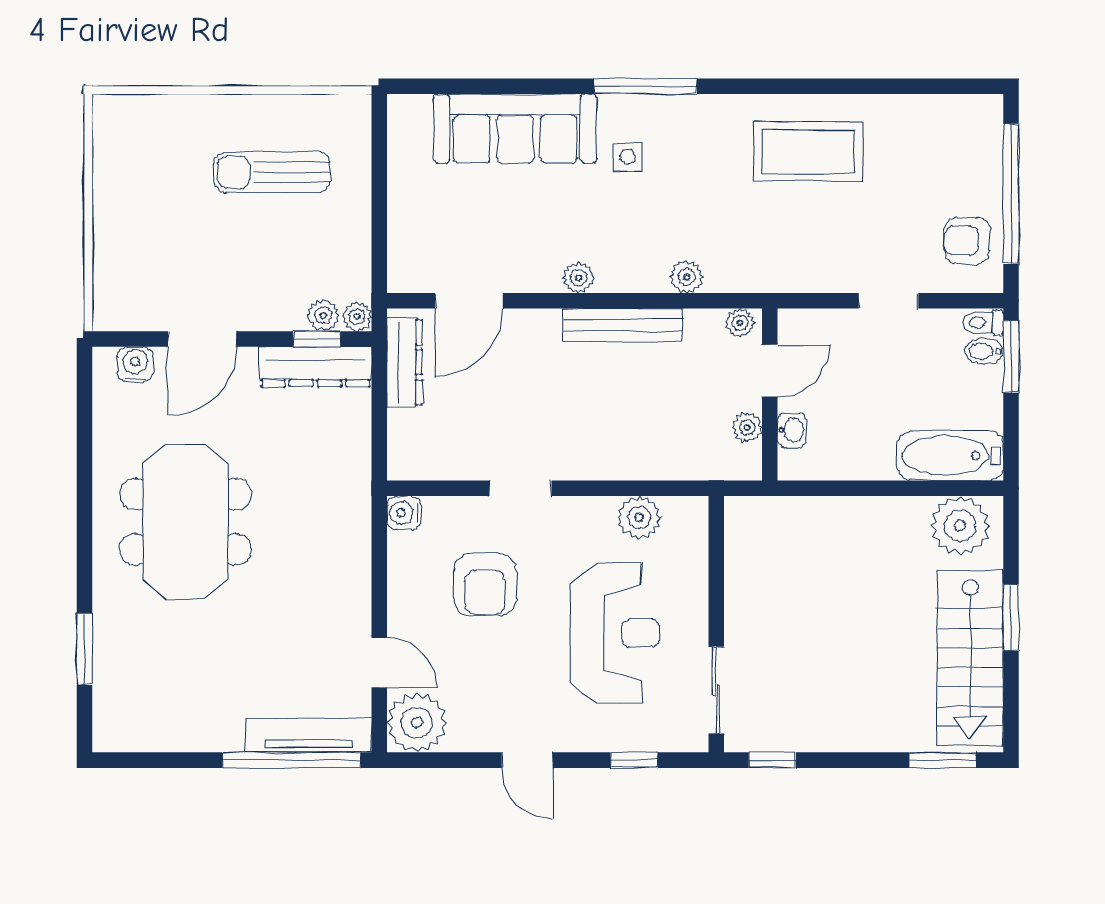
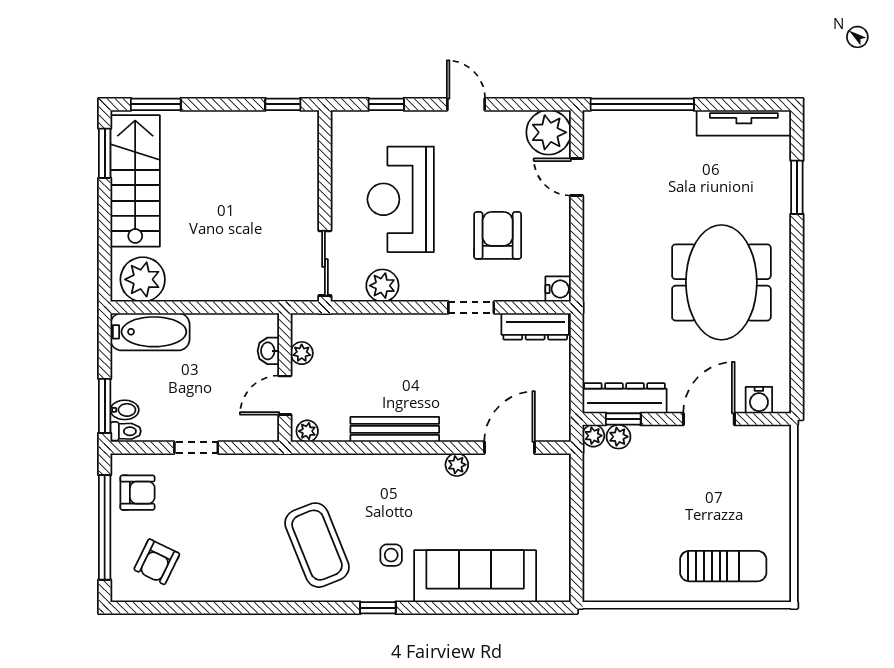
window: (645, 86) -> (378, 608), width x0.46
armchair: (941, 148) -> (157, 562), added
coffee table: (808, 151) -> (317, 545), moved, turned 68
sun lounger: (272, 172) -> (723, 566), moved
plant: (687, 277) -> (347, 465), removed
plant: (578, 278) -> (457, 465), moved
dresser: (405, 362) -> (535, 326), moved, turned -90
window: (1011, 618) -> (105, 153), moved
sliding door: (716, 690) -> (325, 263), moved
tv unit: (308, 735) -> (744, 123), moved

